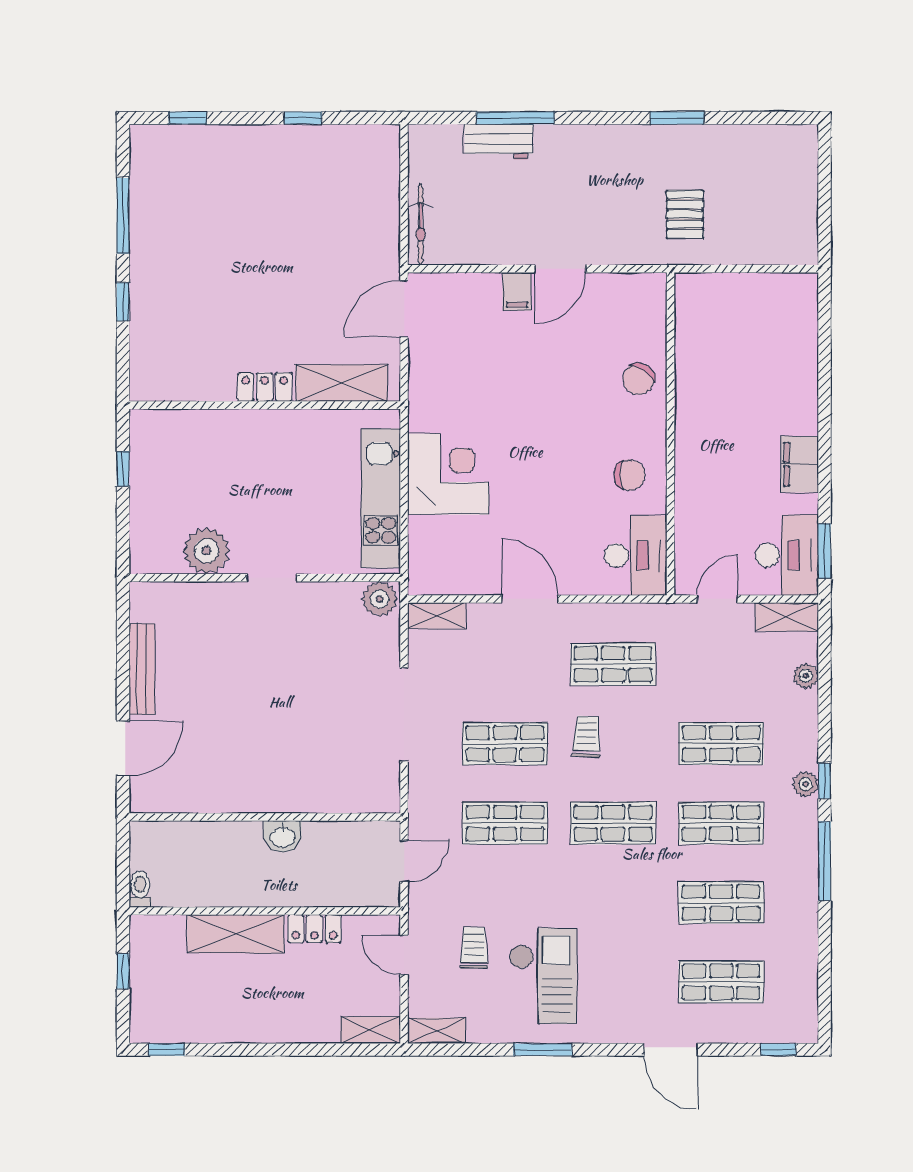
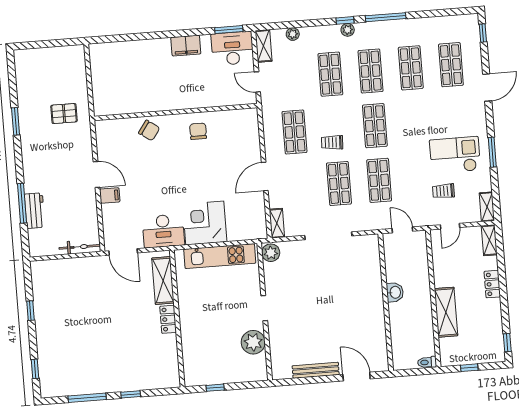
desk: (636, 555) -> (163, 231), moved, turned 180
locker: (314, 929) -> (492, 284), moved, turned 180

